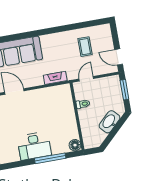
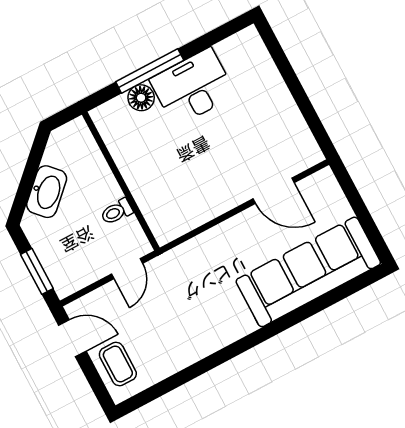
coffee table: (85, 47) -> (118, 364), moved
fireplace: (55, 78) -> (195, 249), removed
floor lamp: (75, 145) -> (141, 98), moved

